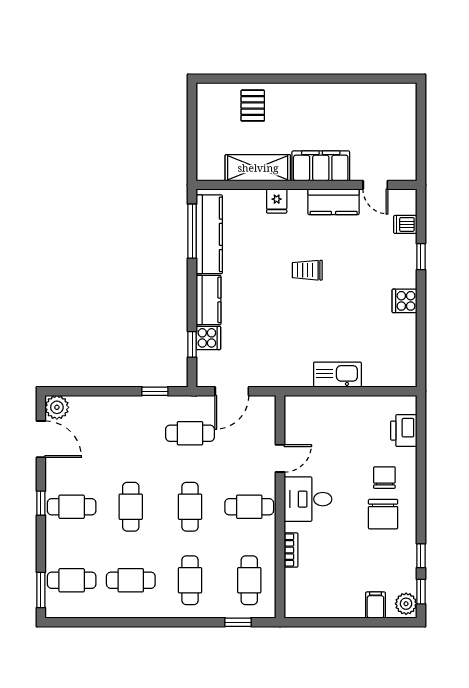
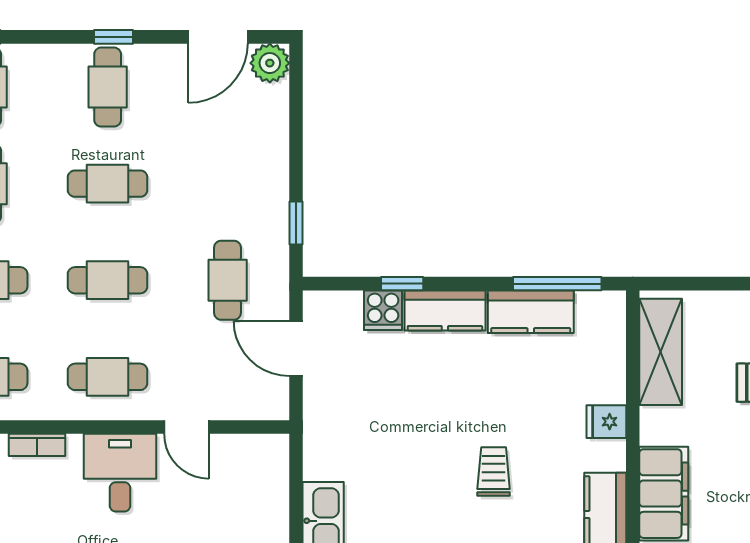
shelving: (258, 168) -> (661, 352), moved
kitchen counter: (209, 234) -> (531, 312), width x0.67
window: (192, 344) -> (402, 284), moved
cafe table: (249, 507) -> (108, 377), turned 90

